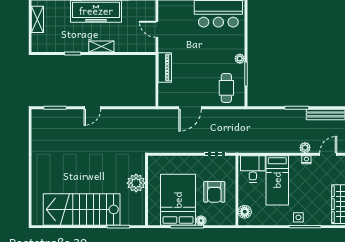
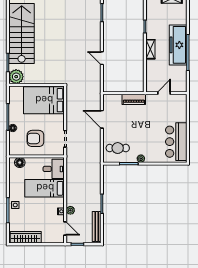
door: (92, 108) -> (102, 58), moved
plant: (136, 183) -> (16, 77), moved
bed: (178, 200) -> (44, 100), moved, turned 180

